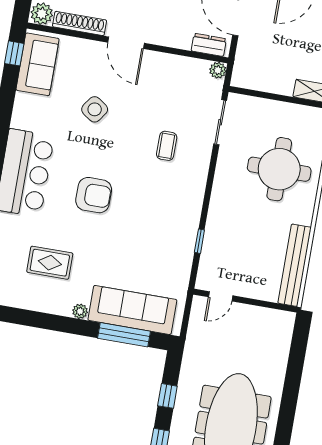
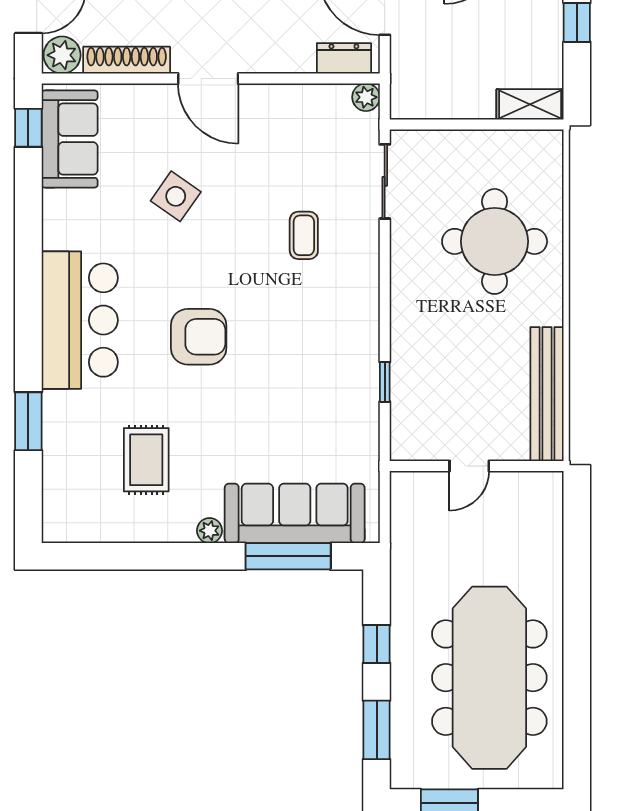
rug: (50, 263) -> (146, 460), turned 90
door: (221, 296) -> (469, 466), moved

